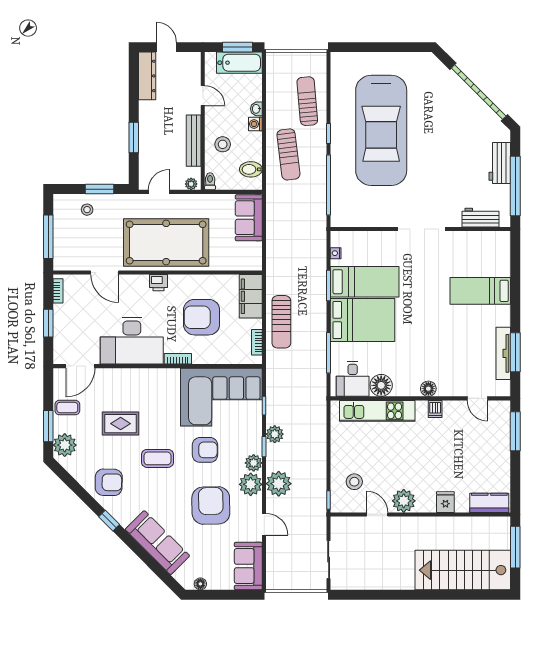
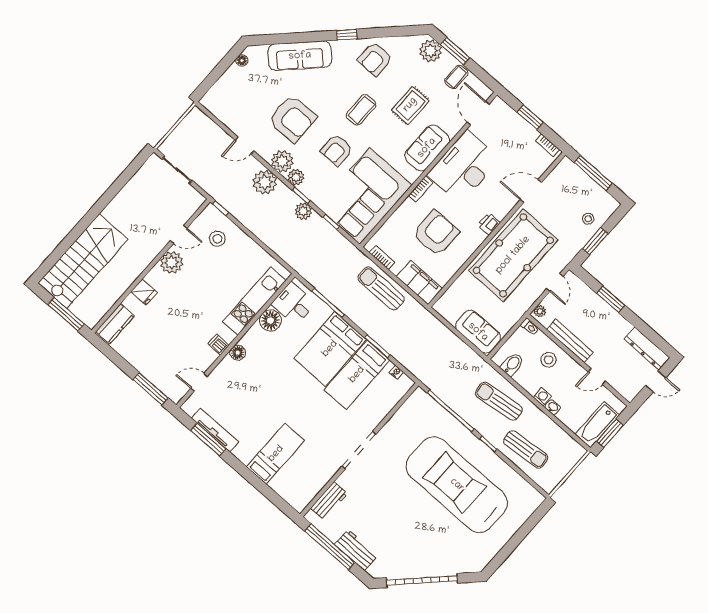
sofa: (248, 566) -> (427, 148), moved, turned -90

